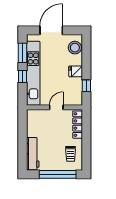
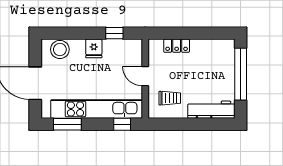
window: (22, 76) -> (122, 124), moved
locker: (78, 125) -> (177, 46), width x0.66
trolley: (71, 154) -> (170, 98), moved

